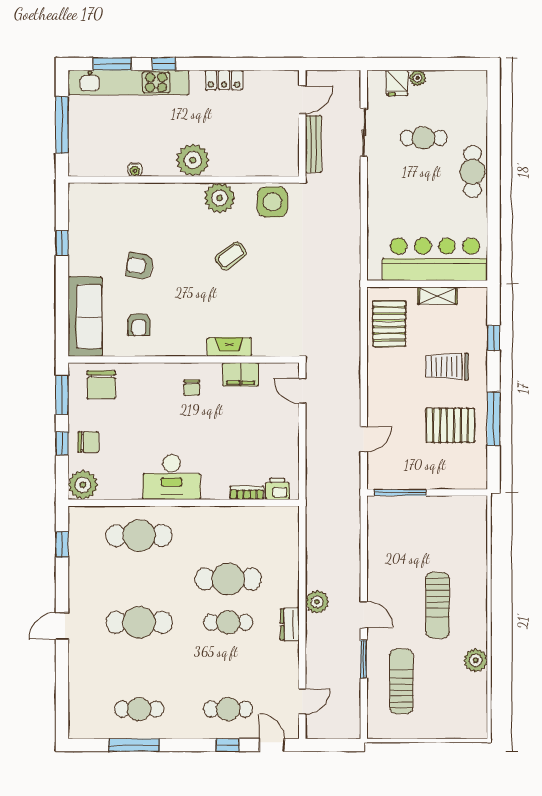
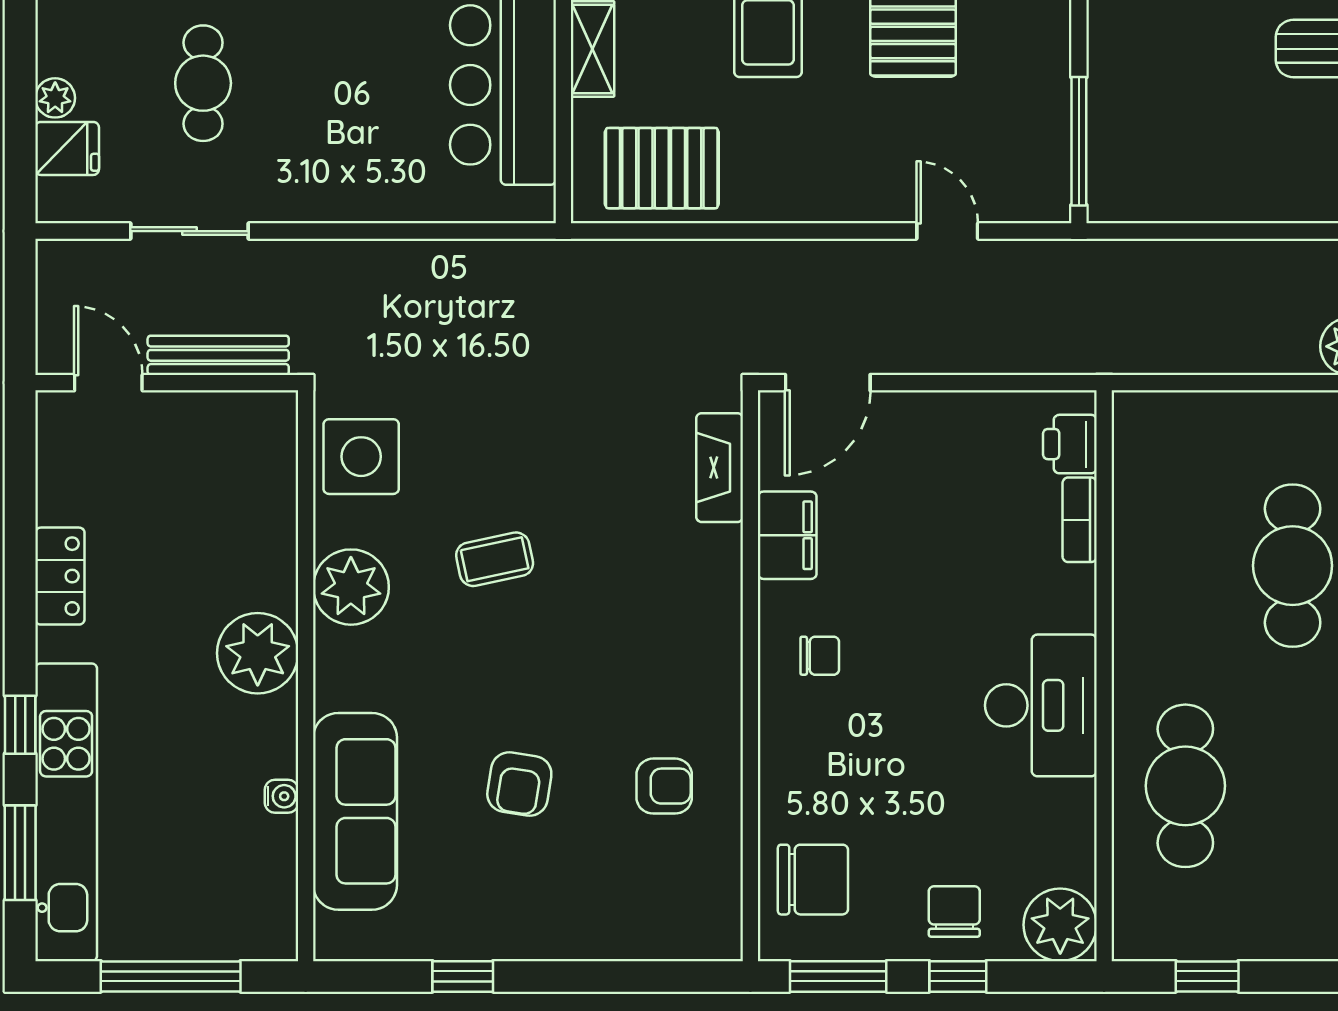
coffee table: (231, 256) -> (495, 559), turned -65
sofa: (85, 317) -> (355, 811), moved, turned 90
fireplace: (229, 347) -> (720, 468), moved
door: (302, 391) -> (828, 383), width x1.38

